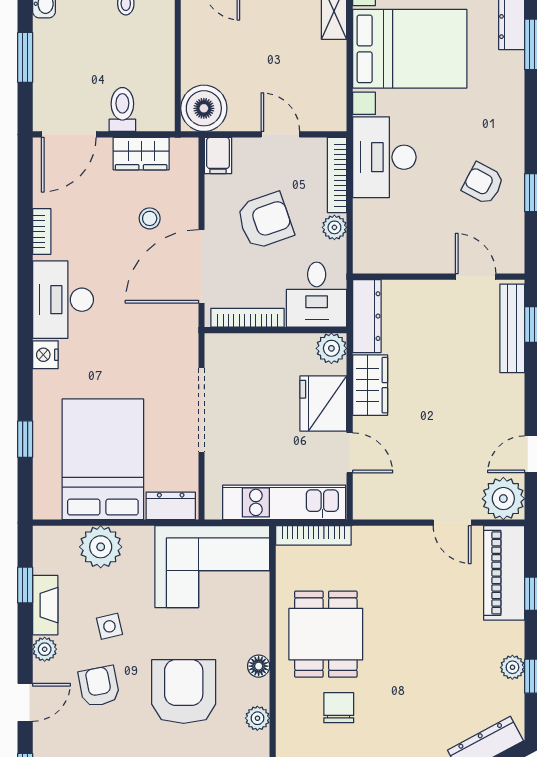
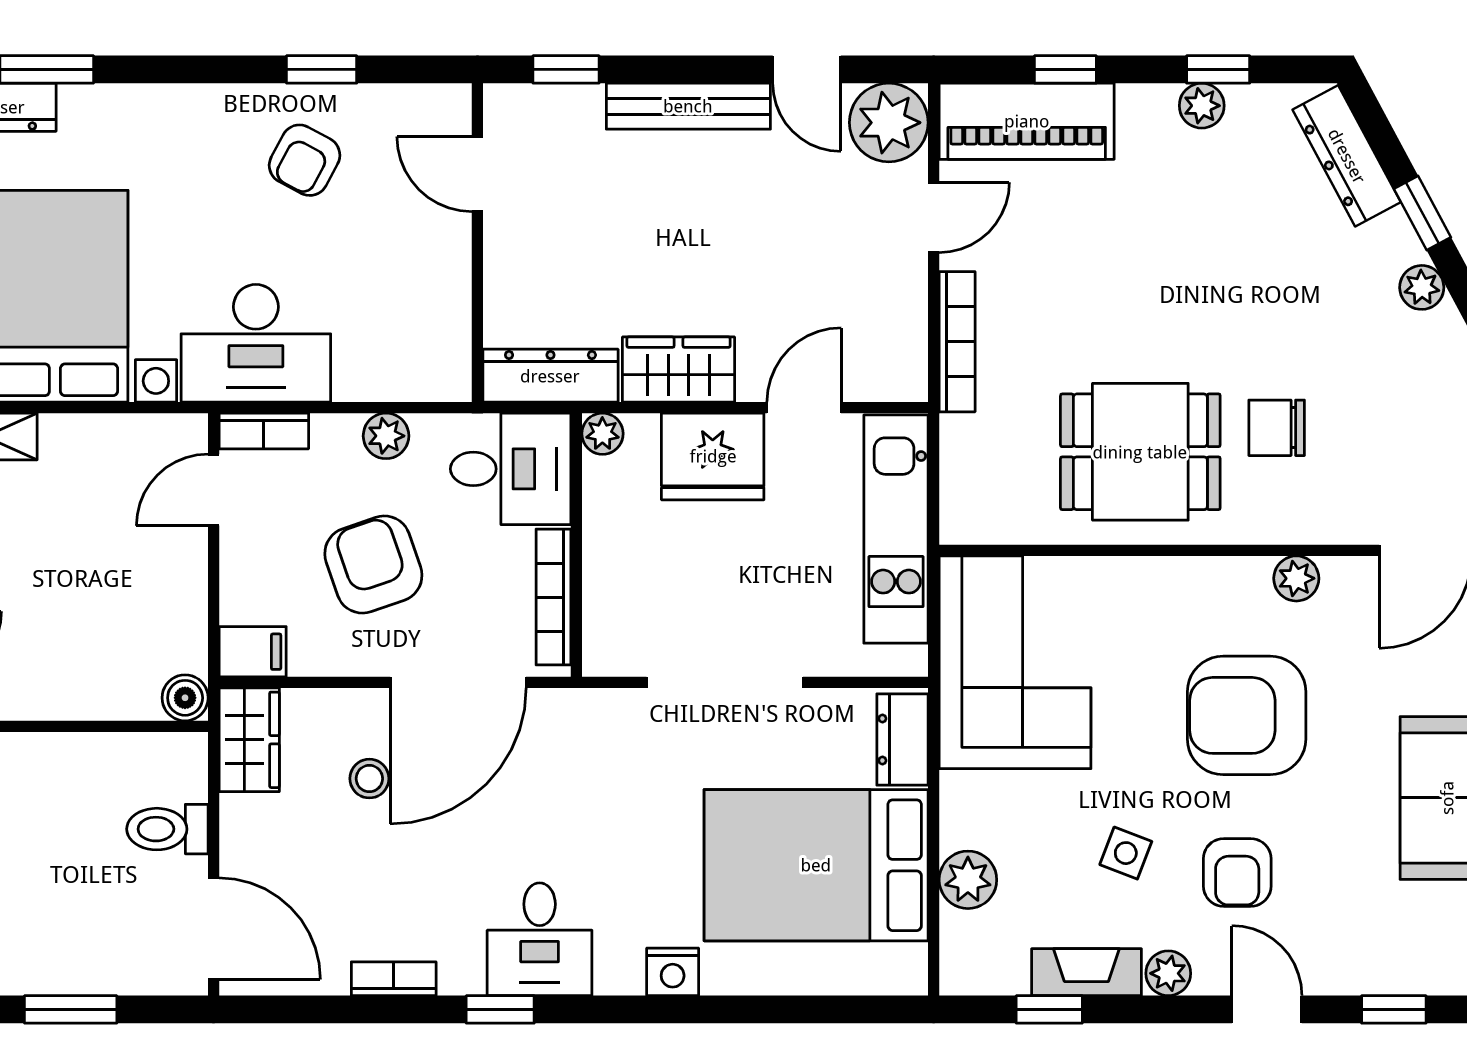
boiler: (204, 108) -> (185, 698), width x0.54, depth x0.54
door: (280, 134) -> (214, 490), moved
wardrobe: (141, 154) -> (249, 740), moved
bookcase: (337, 175) -> (264, 431), width x0.64
door: (201, 266) -> (458, 682), hinge flipped
door: (476, 277) -> (477, 174), hinge flipped
desk: (63, 300) -> (540, 939), width x0.73
bench: (512, 328) -> (688, 106), moved
plant: (331, 348) -> (602, 434), width x0.73, depth x0.73
nightstand: (45, 355) -> (673, 972), moved
window: (25, 439) -> (500, 1009), moved
bookcase: (313, 535) -> (957, 342), moved
plant: (101, 547) -> (968, 880), width x0.73, depth x0.73
side table: (109, 626) -> (1126, 853), turned 34
floor lamp: (259, 666) -> (1200, 576), removed
armchair: (99, 686) -> (1237, 872), turned -79

